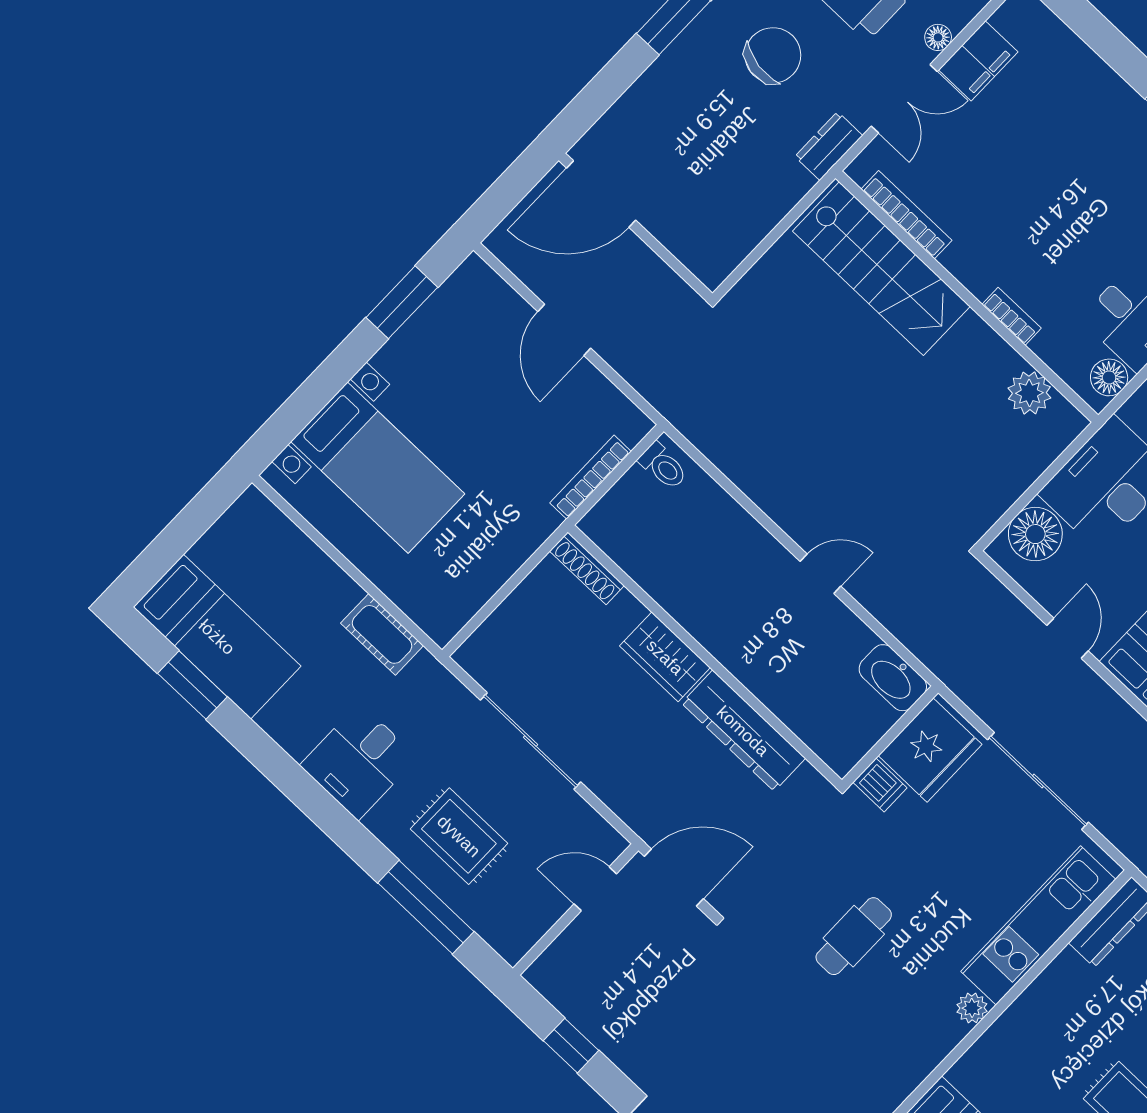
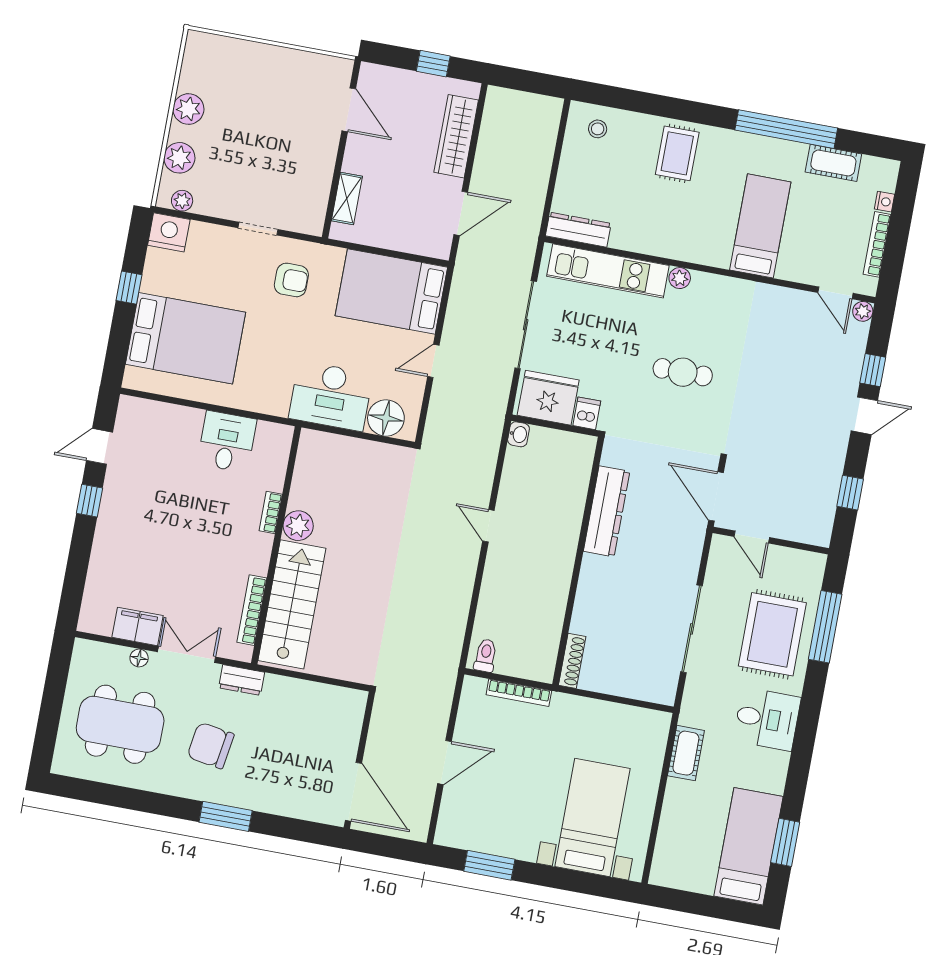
floor lamp: (1109, 377) -> (269, 434), removed
plant: (1029, 393) -> (298, 526), moved
wardrobe: (665, 657) -> (594, 583), removed
washbasin: (893, 678) -> (518, 434), width x0.52, depth x0.69
rug: (459, 836) -> (772, 634), width x1.36, depth x1.43

